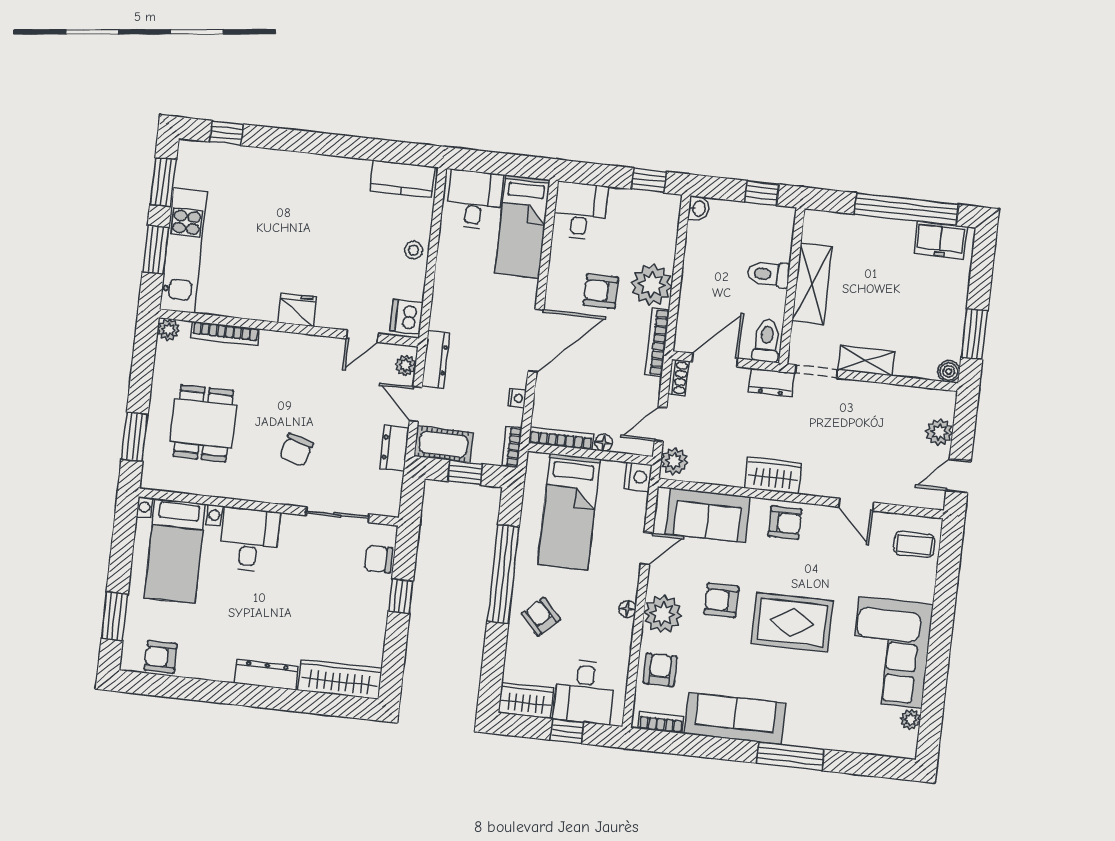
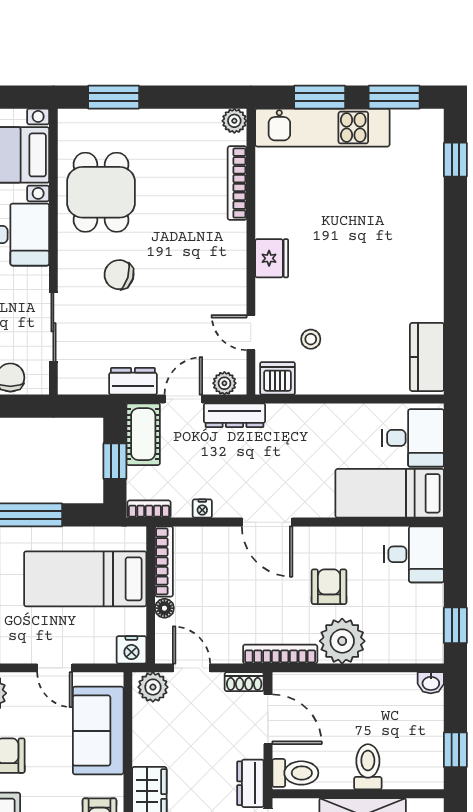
stool: (413, 250) -> (311, 339), moved
door: (536, 341) -> (267, 522), width x0.73
dining table: (203, 423) -> (101, 192), moved, turned 90

